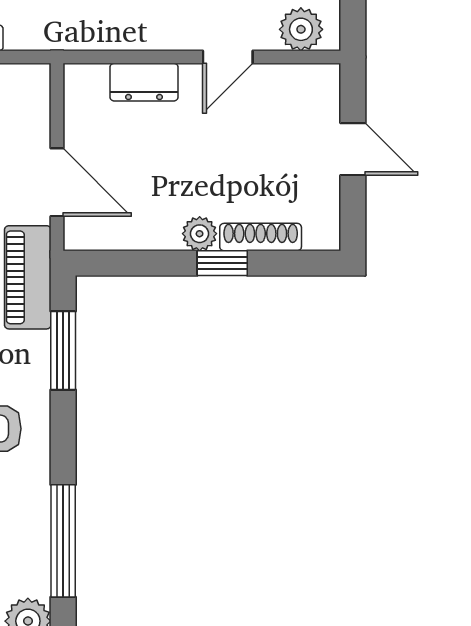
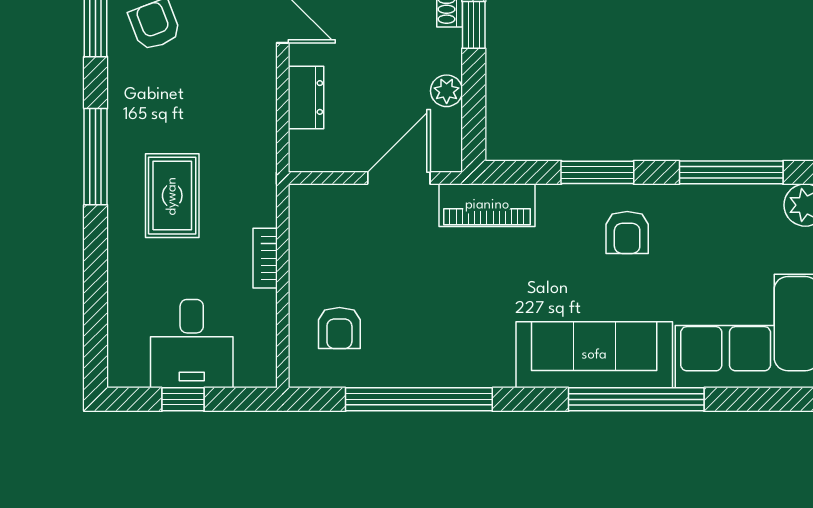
plant: (200, 234) -> (447, 91), moved
window: (63, 351) -> (597, 172), moved

